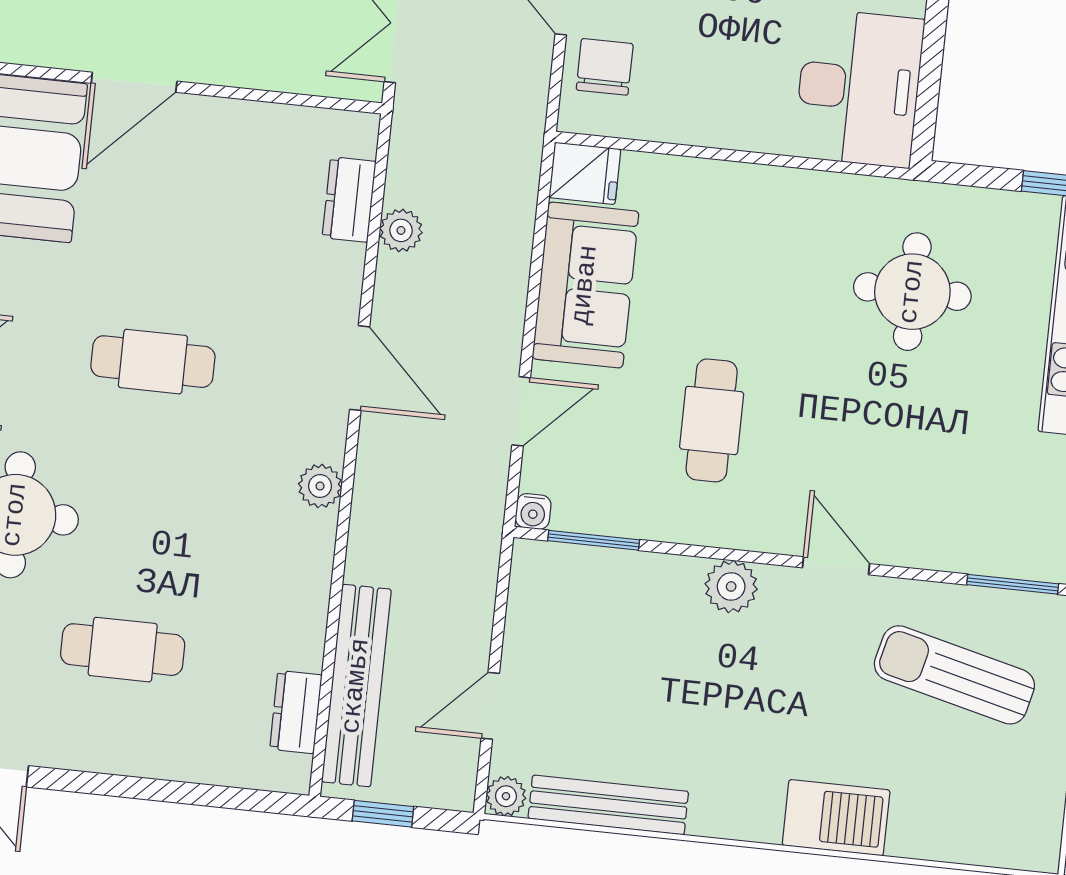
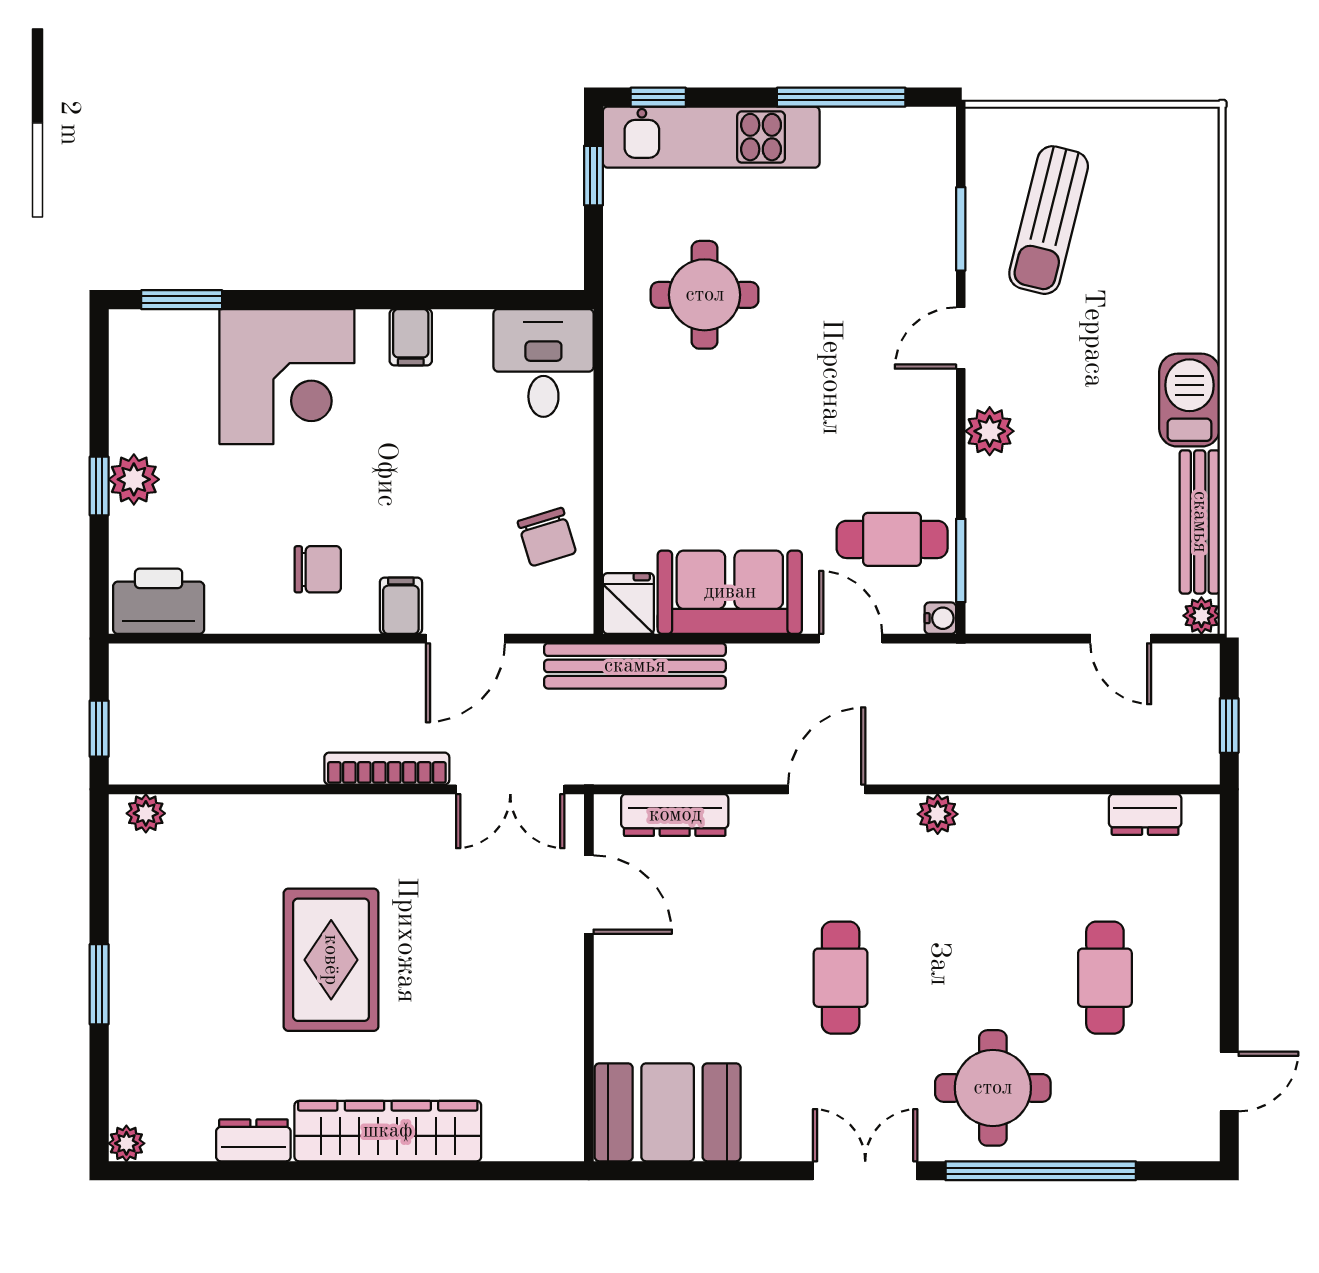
chair: (605, 67) -> (547, 537), moved, turned -107
door: (134, 82) -> (589, 895), moved
desk: (859, 88) -> (543, 363), width x0.73
dresser: (349, 200) -> (675, 815), width x1.44
plant: (401, 230) -> (698, 765), removed
cafe table: (712, 420) -> (892, 539), moved
window: (1013, 584) -> (961, 229), moved
bench: (356, 686) -> (635, 666), moved
barbecue: (836, 818) -> (1189, 400), moved

